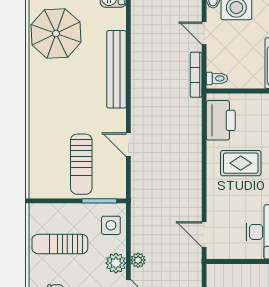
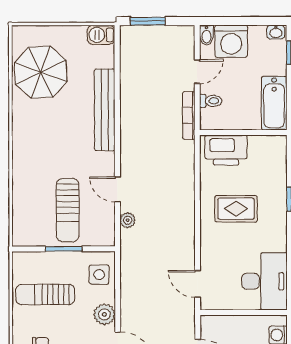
door: (204, 33) -> (197, 72), swing flipped
toilet: (217, 78) -> (211, 101), moved
printer: (221, 120) -> (226, 150), moved, turned 90
window: (99, 201) -> (64, 249), moved
plant: (138, 260) -> (128, 220), moved

